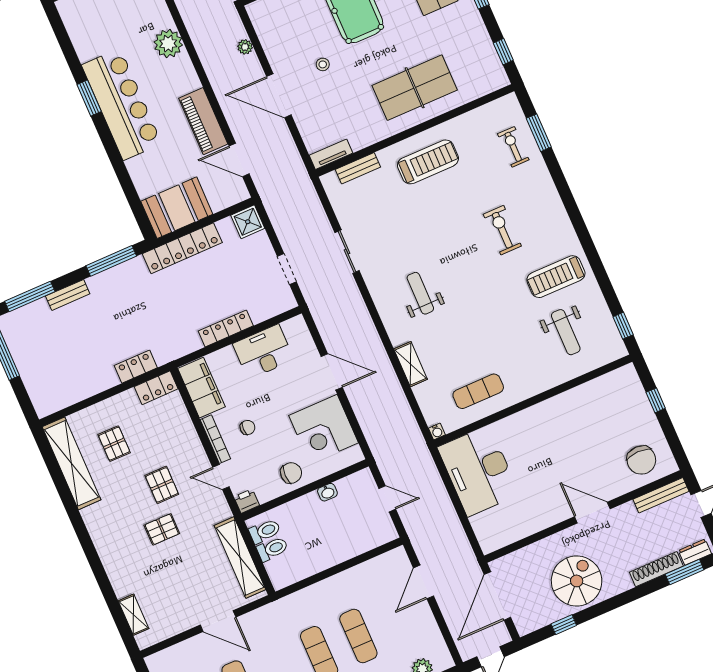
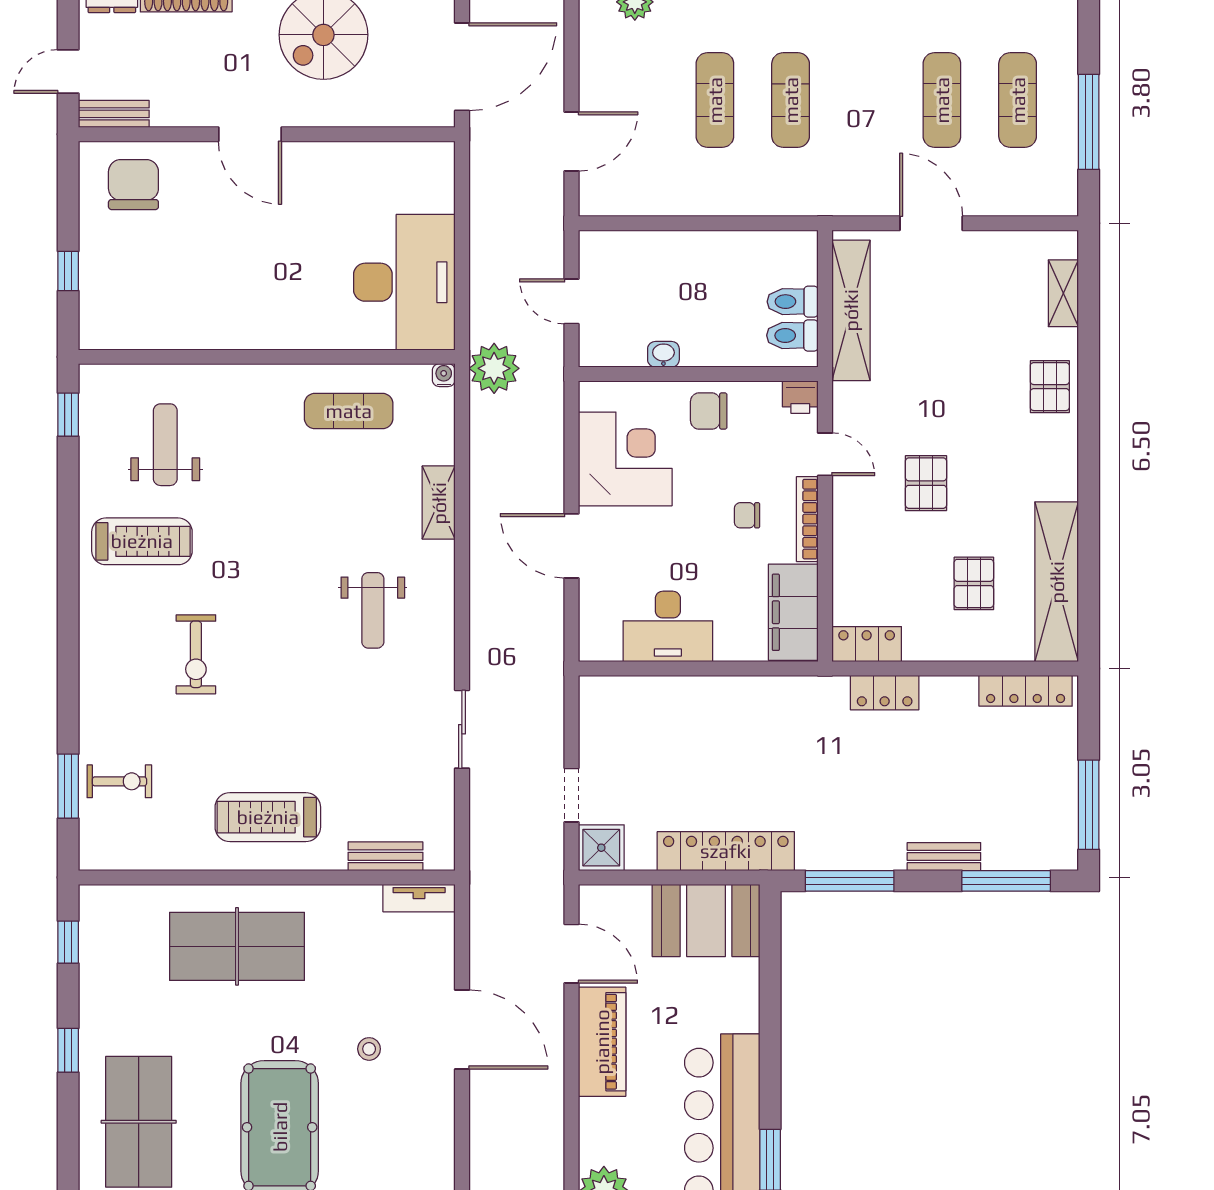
plant: (245, 47) -> (494, 368), moved, width x1.87, depth x1.87
exercise bike: (513, 147) -> (119, 781), turned -90
doorway: (287, 269) -> (572, 795), moved
locker: (226, 328) -> (1026, 691), moved
bench: (661, 495) -> (114, 114), width x0.73
pallet: (162, 529) -> (1050, 387), moved, turned 90

